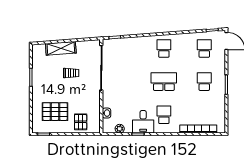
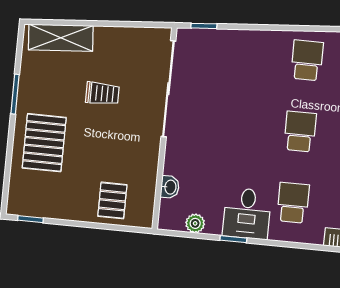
shelving: (61, 48) -> (61, 38), moved
school desk: (164, 82) -> (300, 132), width x0.54
pallet: (55, 112) -> (44, 143), moved, turned 90

